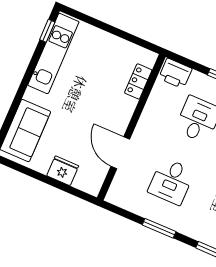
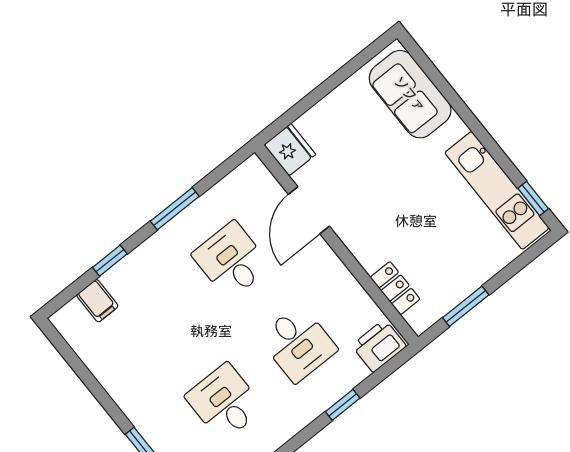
window: (128, 37) -> (466, 306), added
door: (120, 153) -> (309, 210), swing flipped
fridge: (63, 171) -> (290, 150), moved, turned -90

